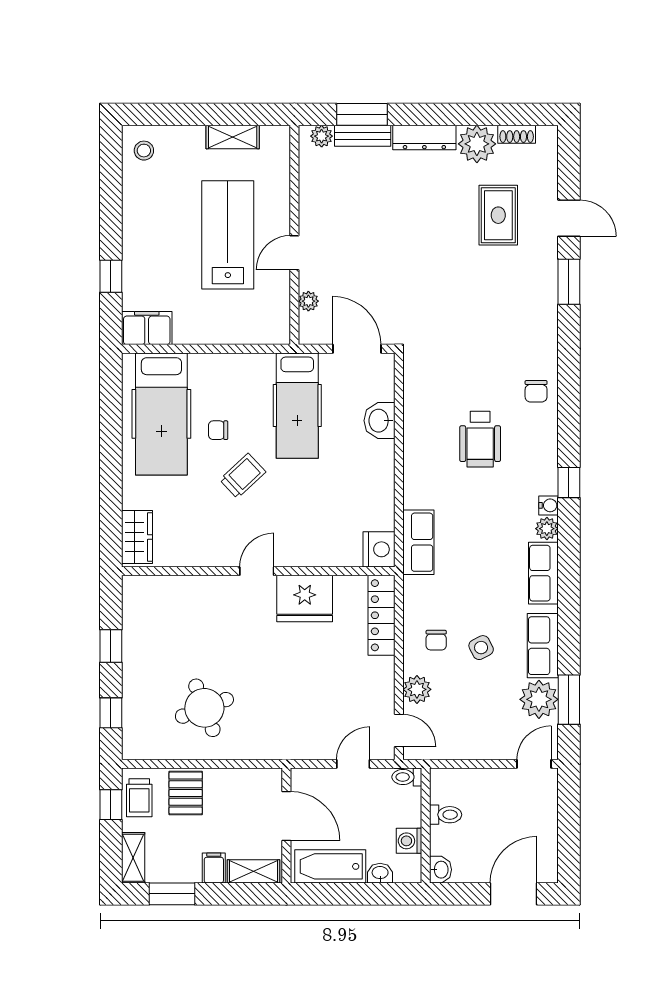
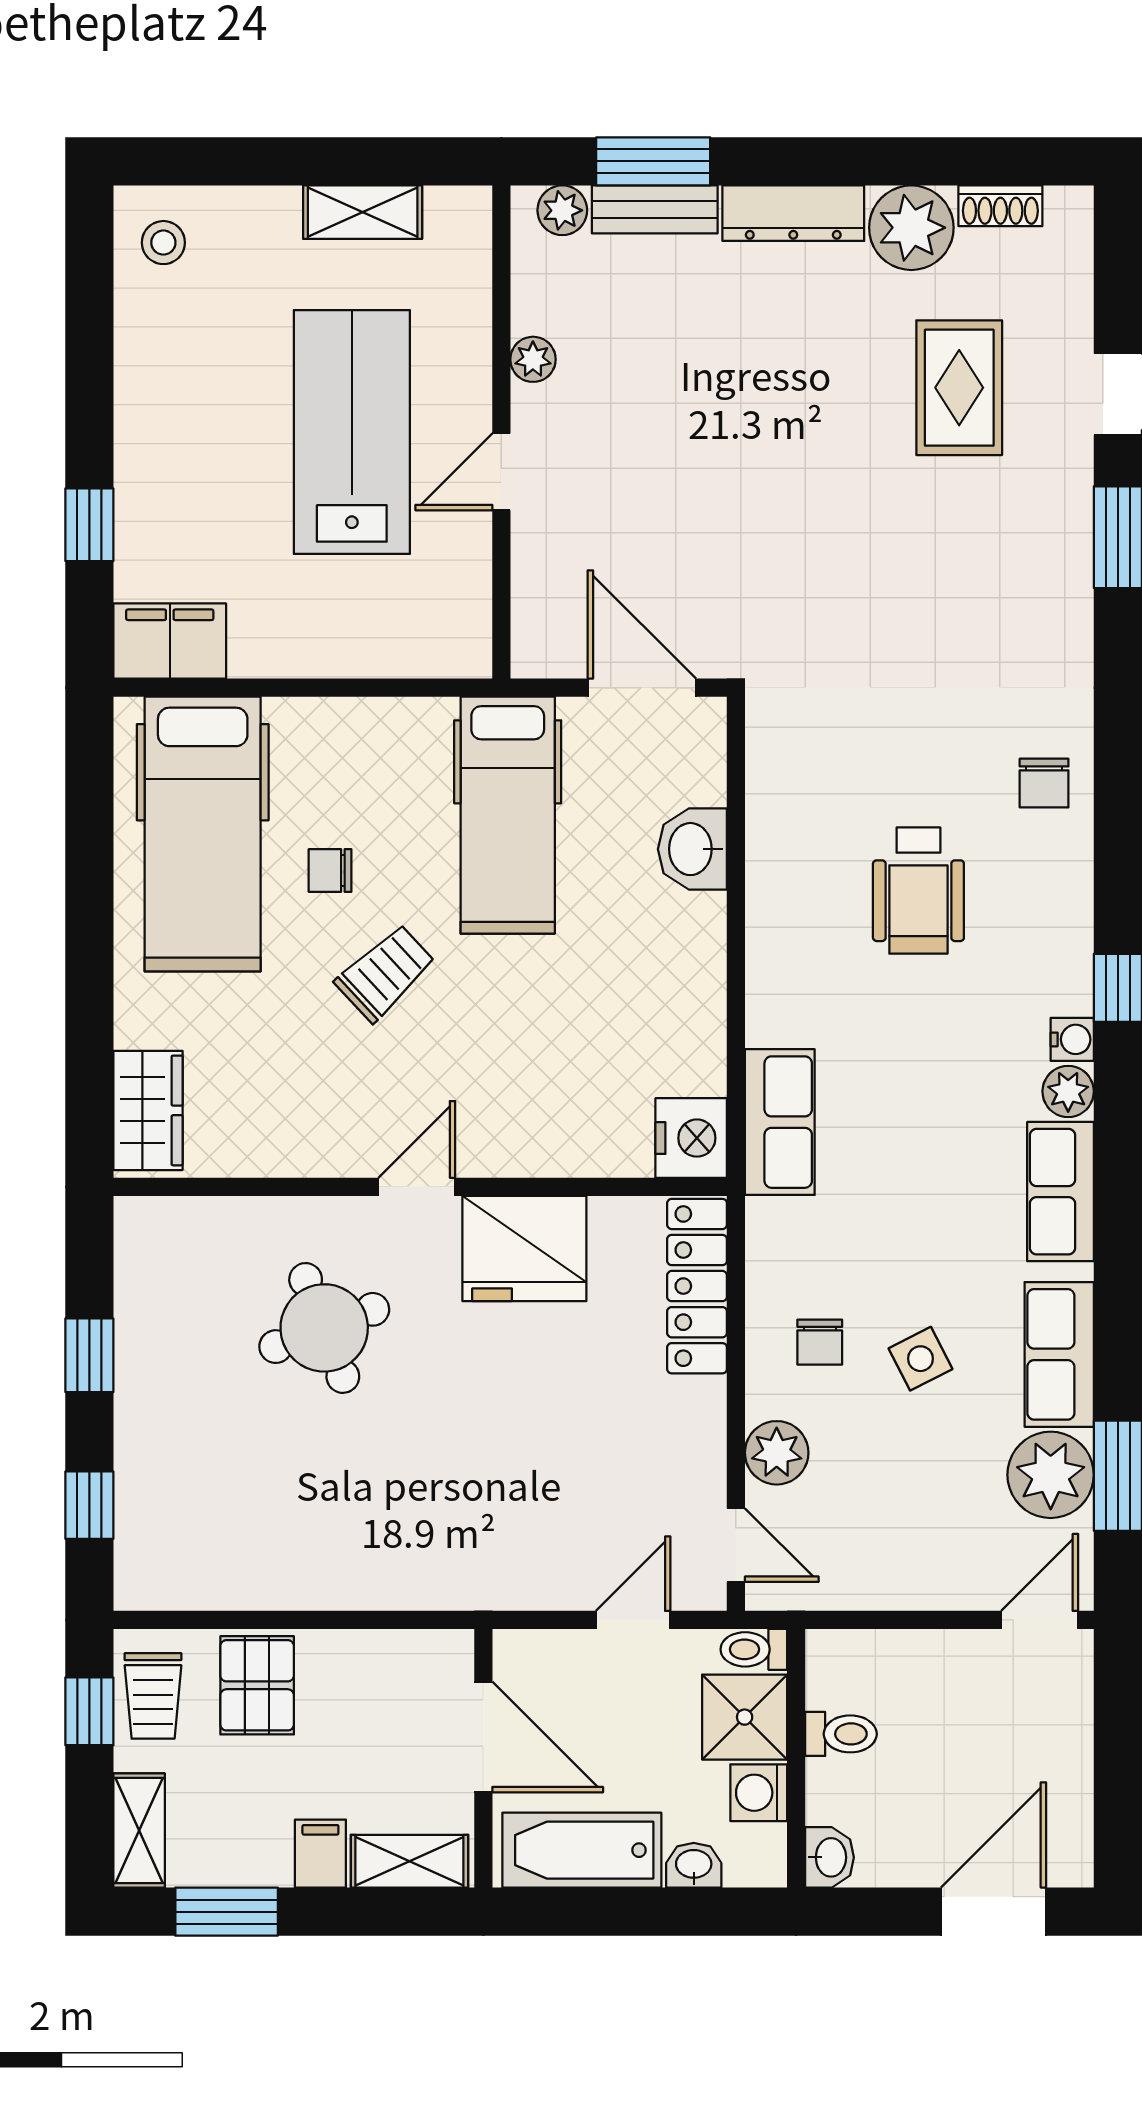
plant: (308, 301) -> (533, 359), moved
round table: (204, 708) -> (324, 1328), moved
shower: (403, 807) -> (745, 1717), added

